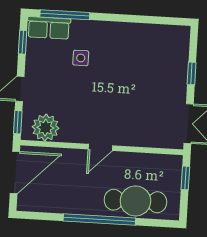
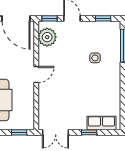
row of seats: (49, 28) -> (101, 123), moved, turned 90
door: (100, 147) -> (36, 75), swing flipped

